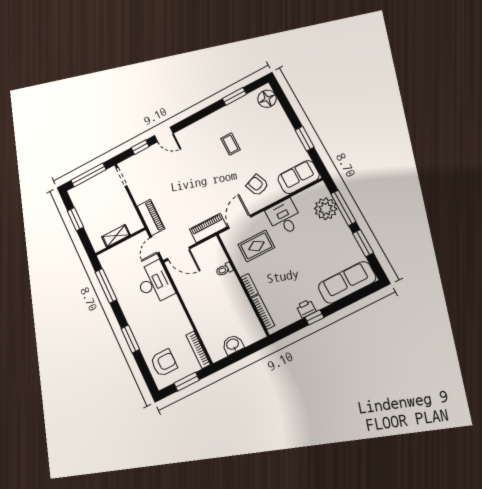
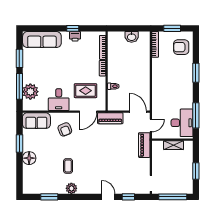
floor lamp: (267, 99) -> (29, 158), moved
plant: (213, 121) -> (71, 188), added
desk: (154, 283) -> (182, 123), moved, turned 180

